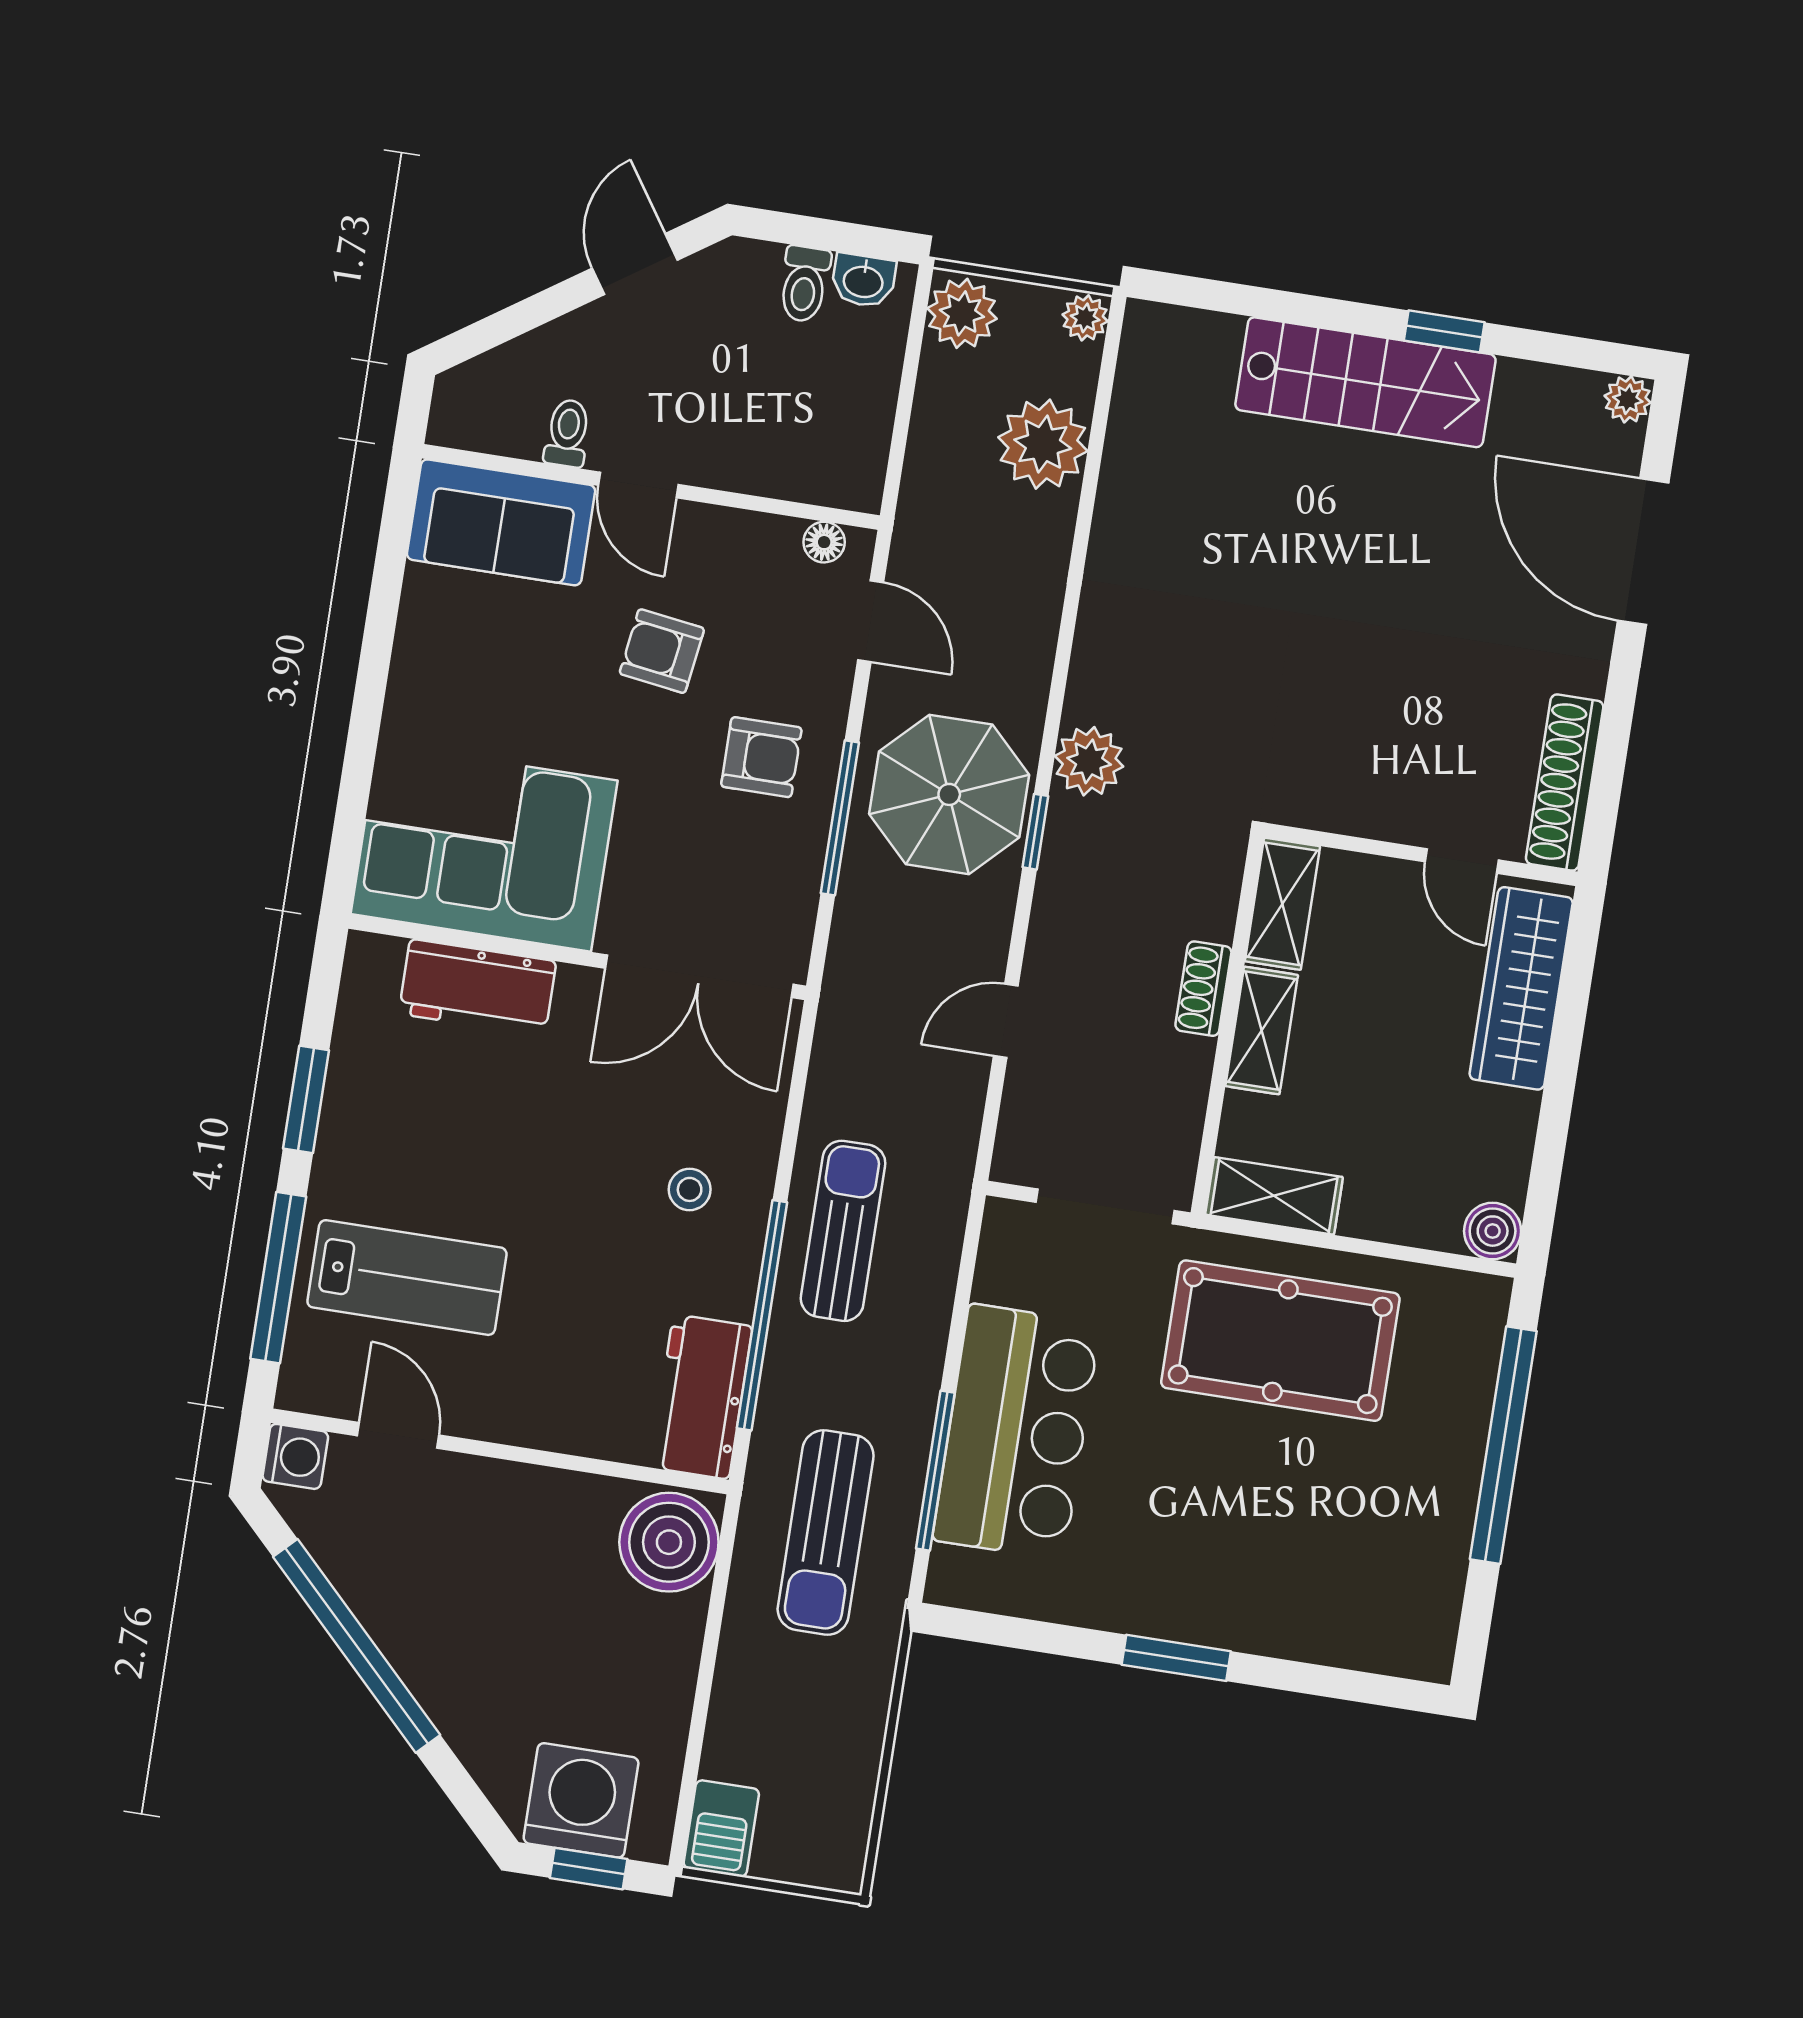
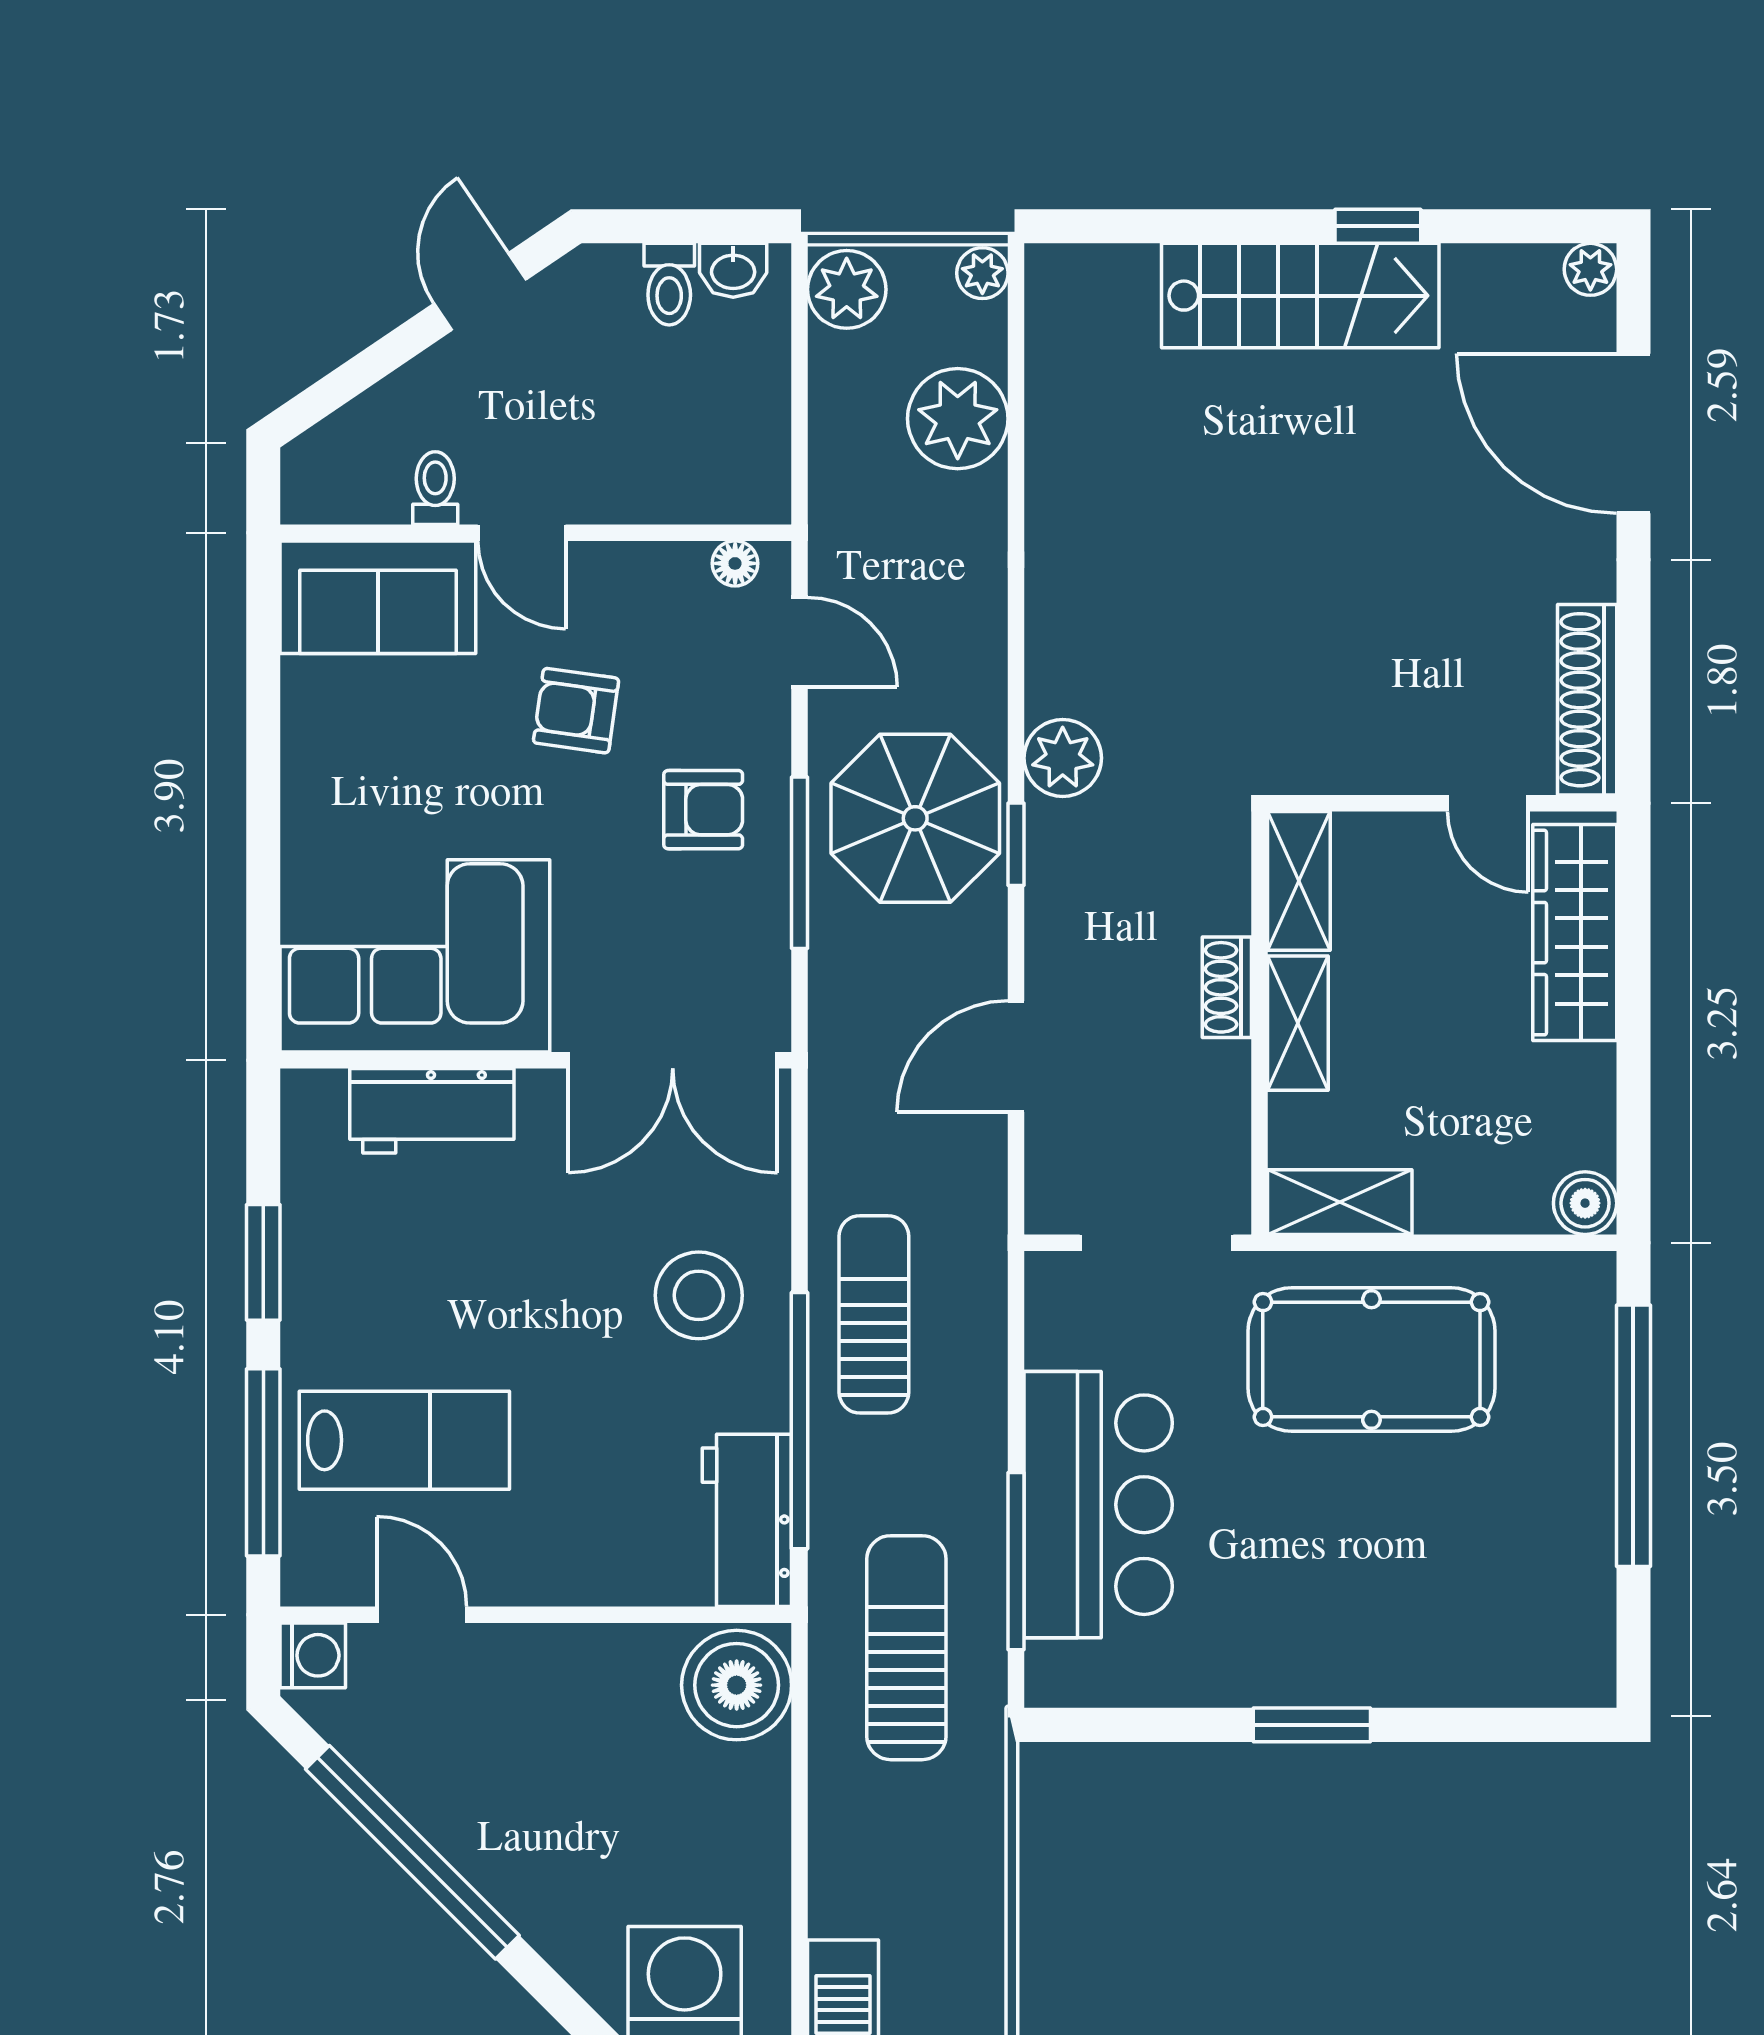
door: (1006, 1021) -> (1016, 1056), width x1.38
stool: (690, 1189) -> (699, 1295), width x1.89, depth x1.89
sun lounger: (826, 1533) -> (906, 1648), turned 180

